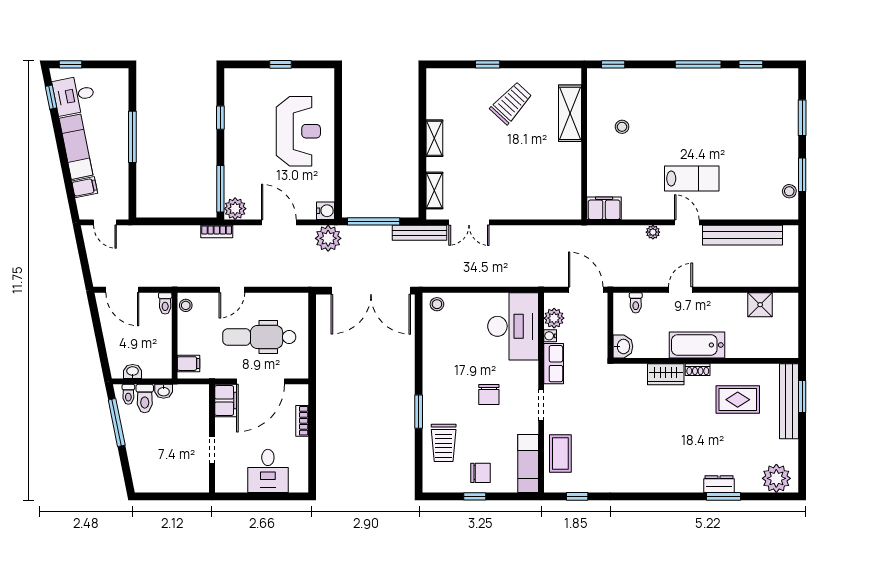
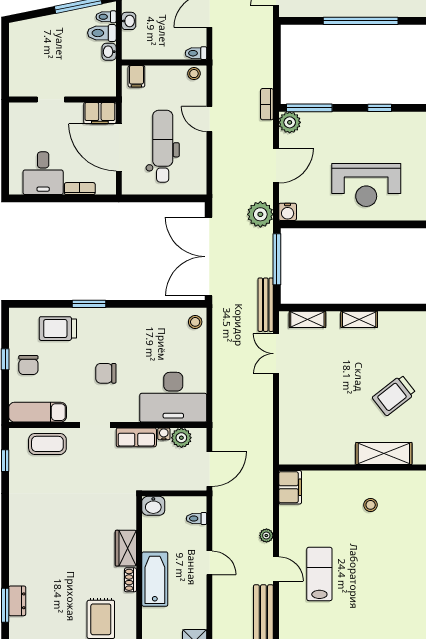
trolley: (511, 103) -> (394, 395), turned 99
window: (132, 137) -> (361, 21), width x1.46
lab bench: (692, 178) -> (319, 574), turned 180
door: (687, 222) -> (276, 569), hinge flipped
desk: (268, 471) -> (43, 173), moved, turned -90

